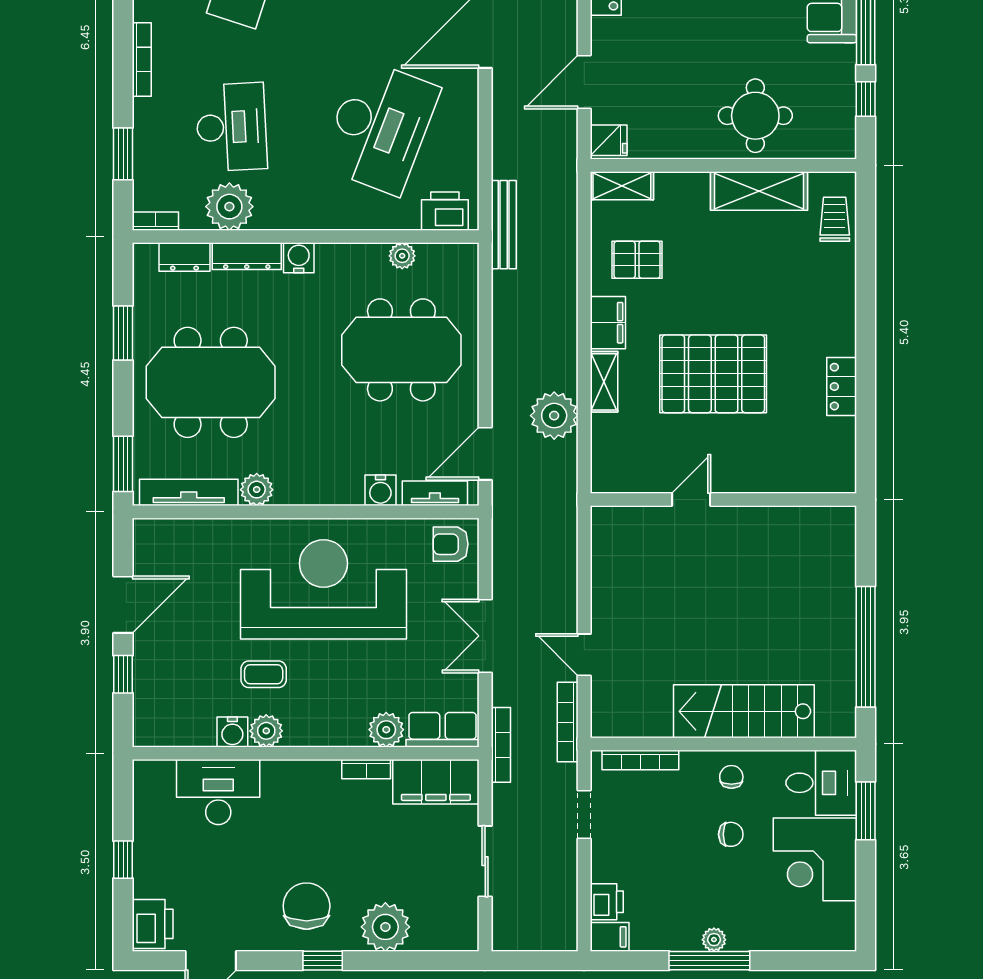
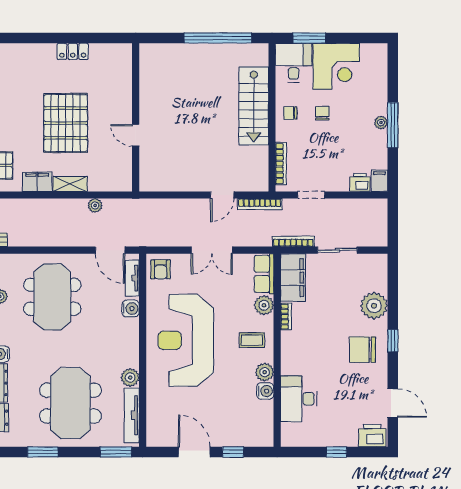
plant: (554, 416) -> (95, 205), width x0.53, depth x0.53
coffee table: (264, 674) -> (252, 340), moved, turned 90
bookcase: (501, 745) -> (293, 241), moved

